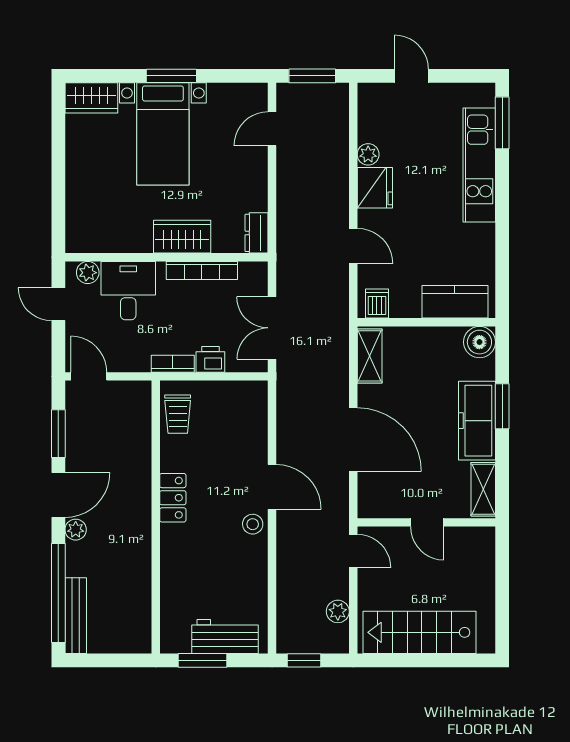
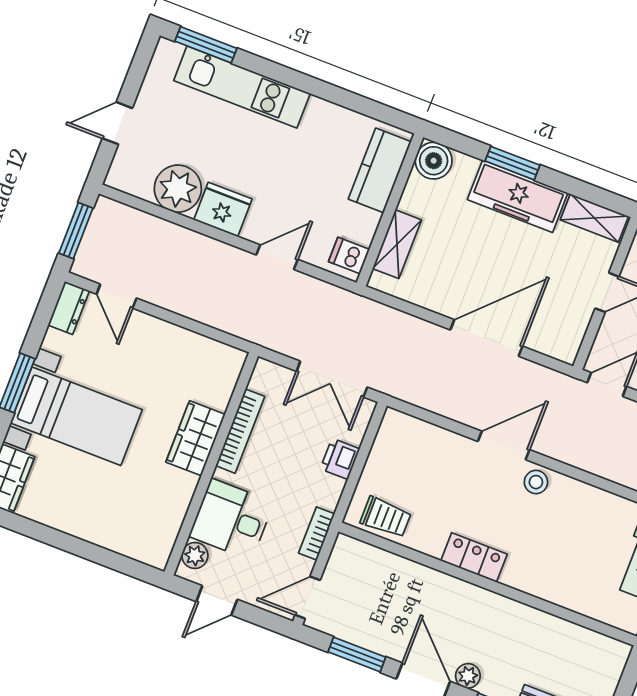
plant: (368, 154) -> (178, 189), width x1.87, depth x1.87
dresser: (257, 233) -> (69, 308), moved, turned -90
shelving: (370, 356) -> (397, 244), moved, turned 90
bookcase: (173, 364) -> (317, 533), moved

